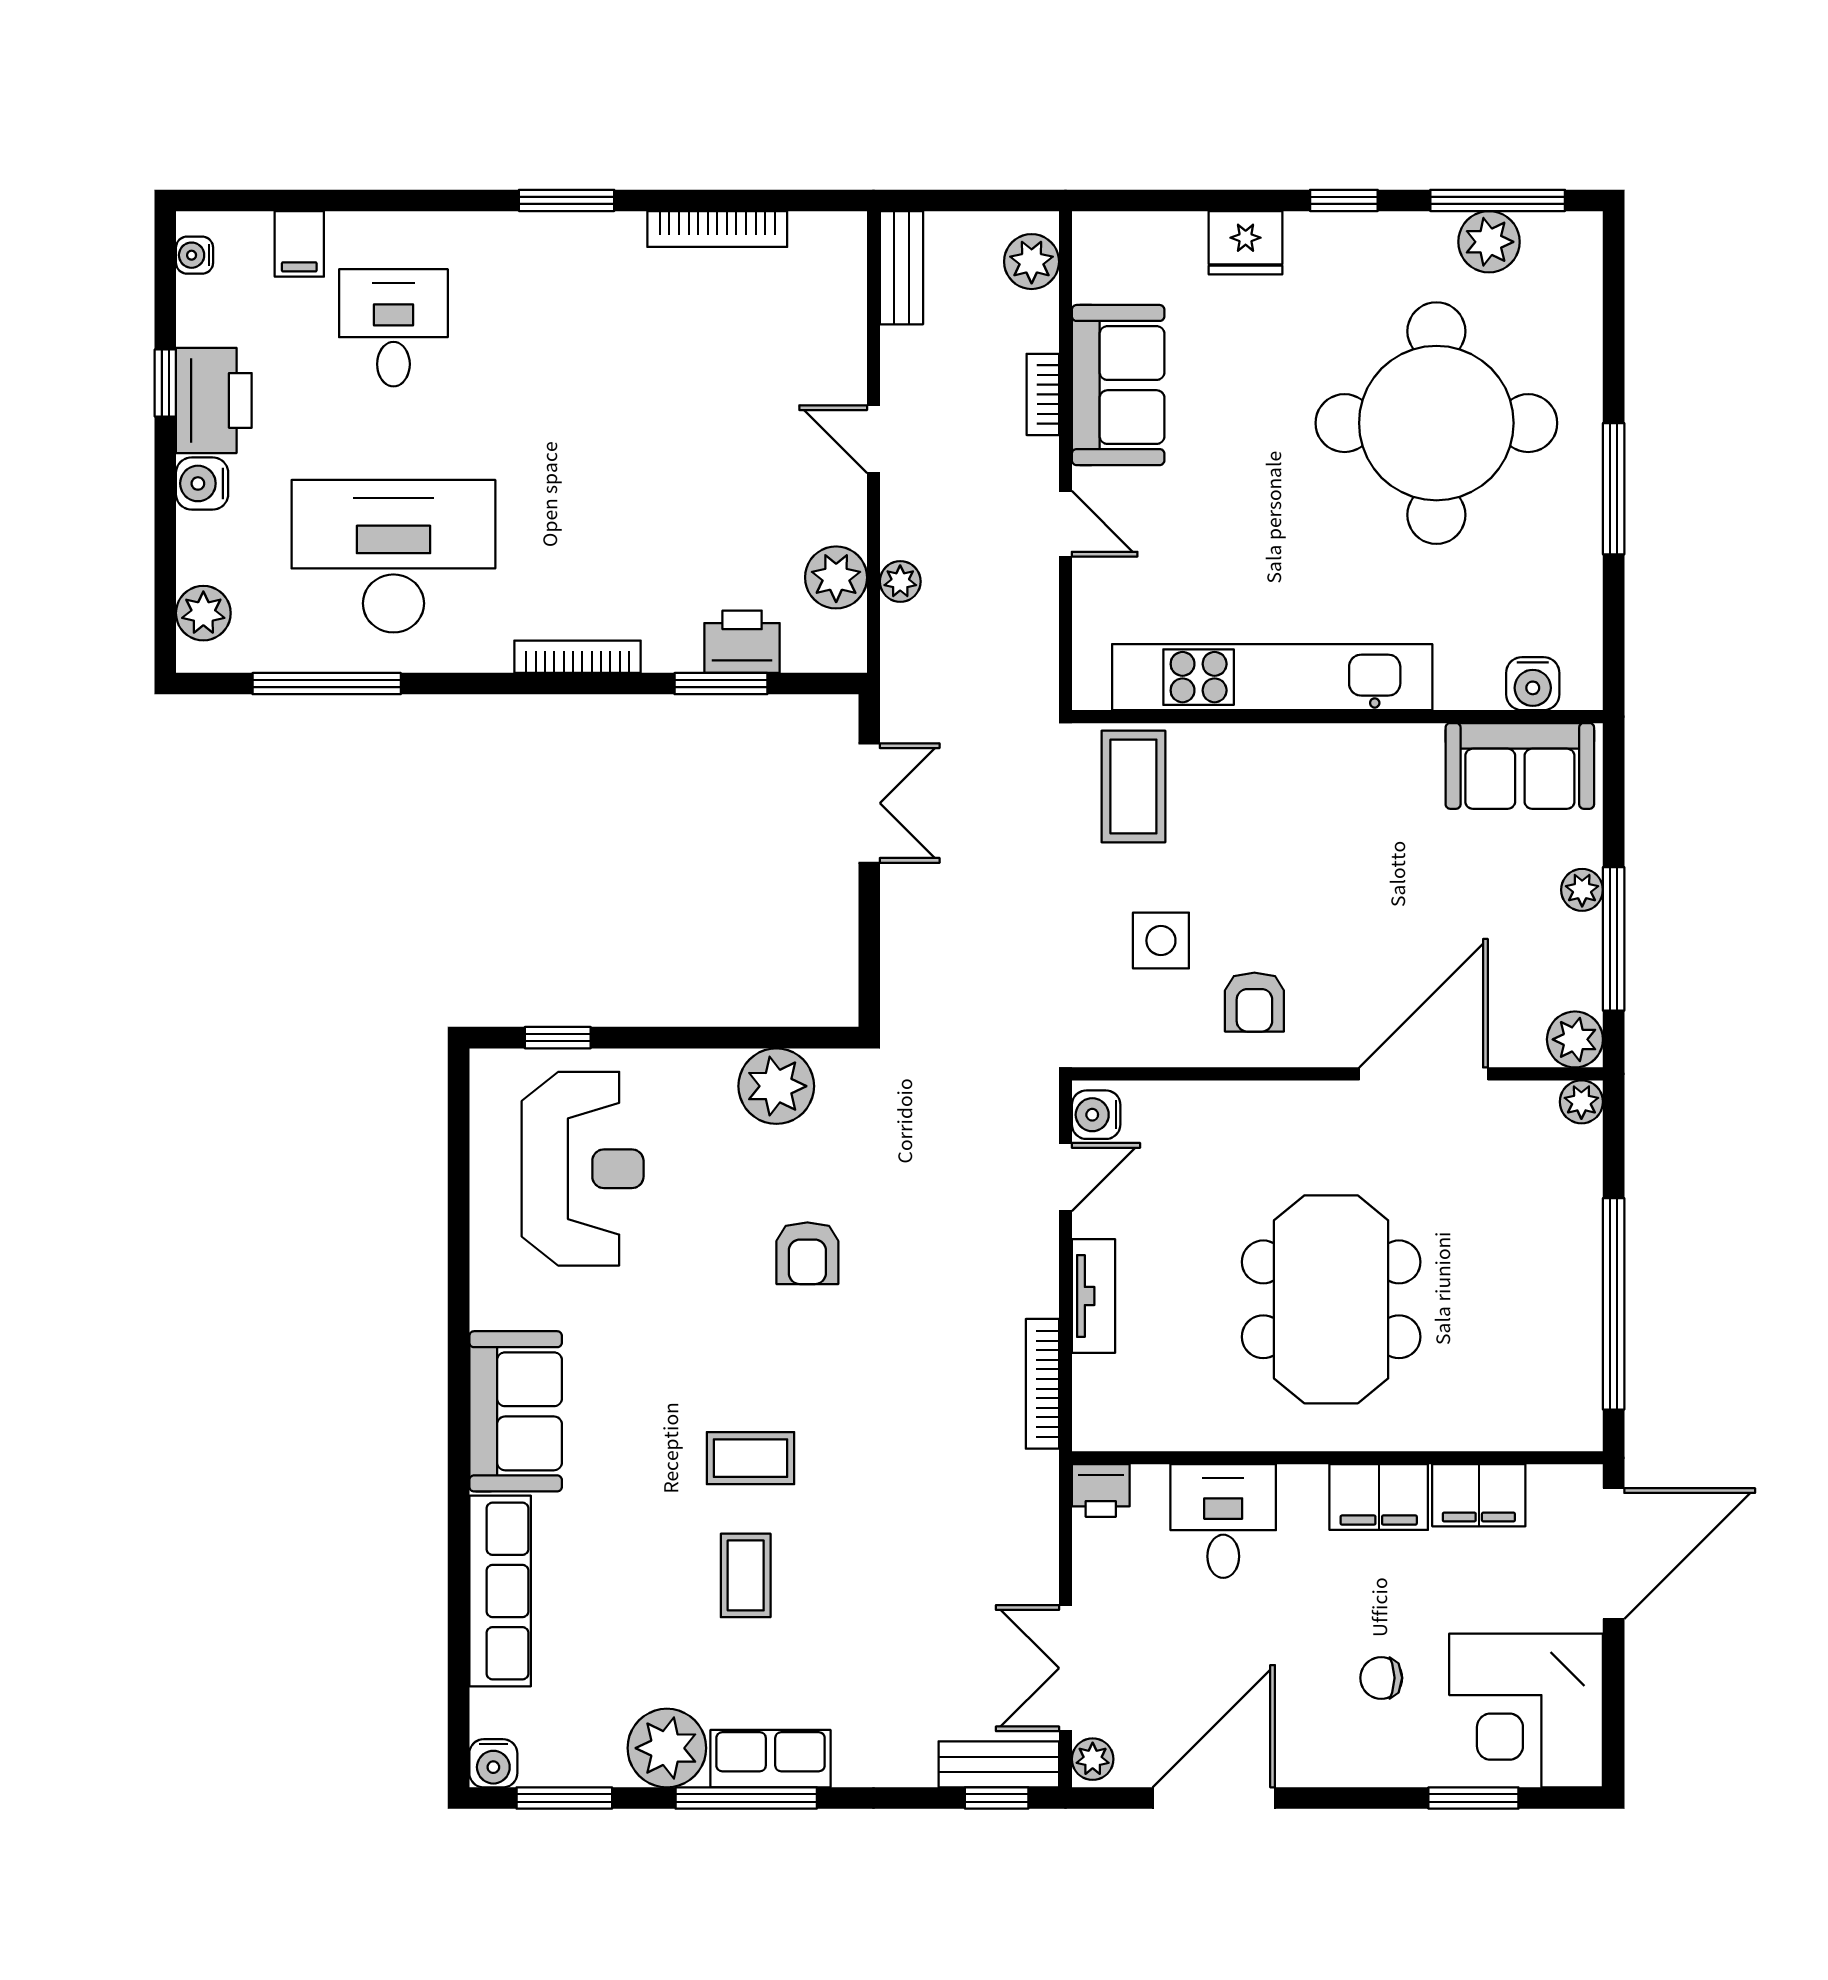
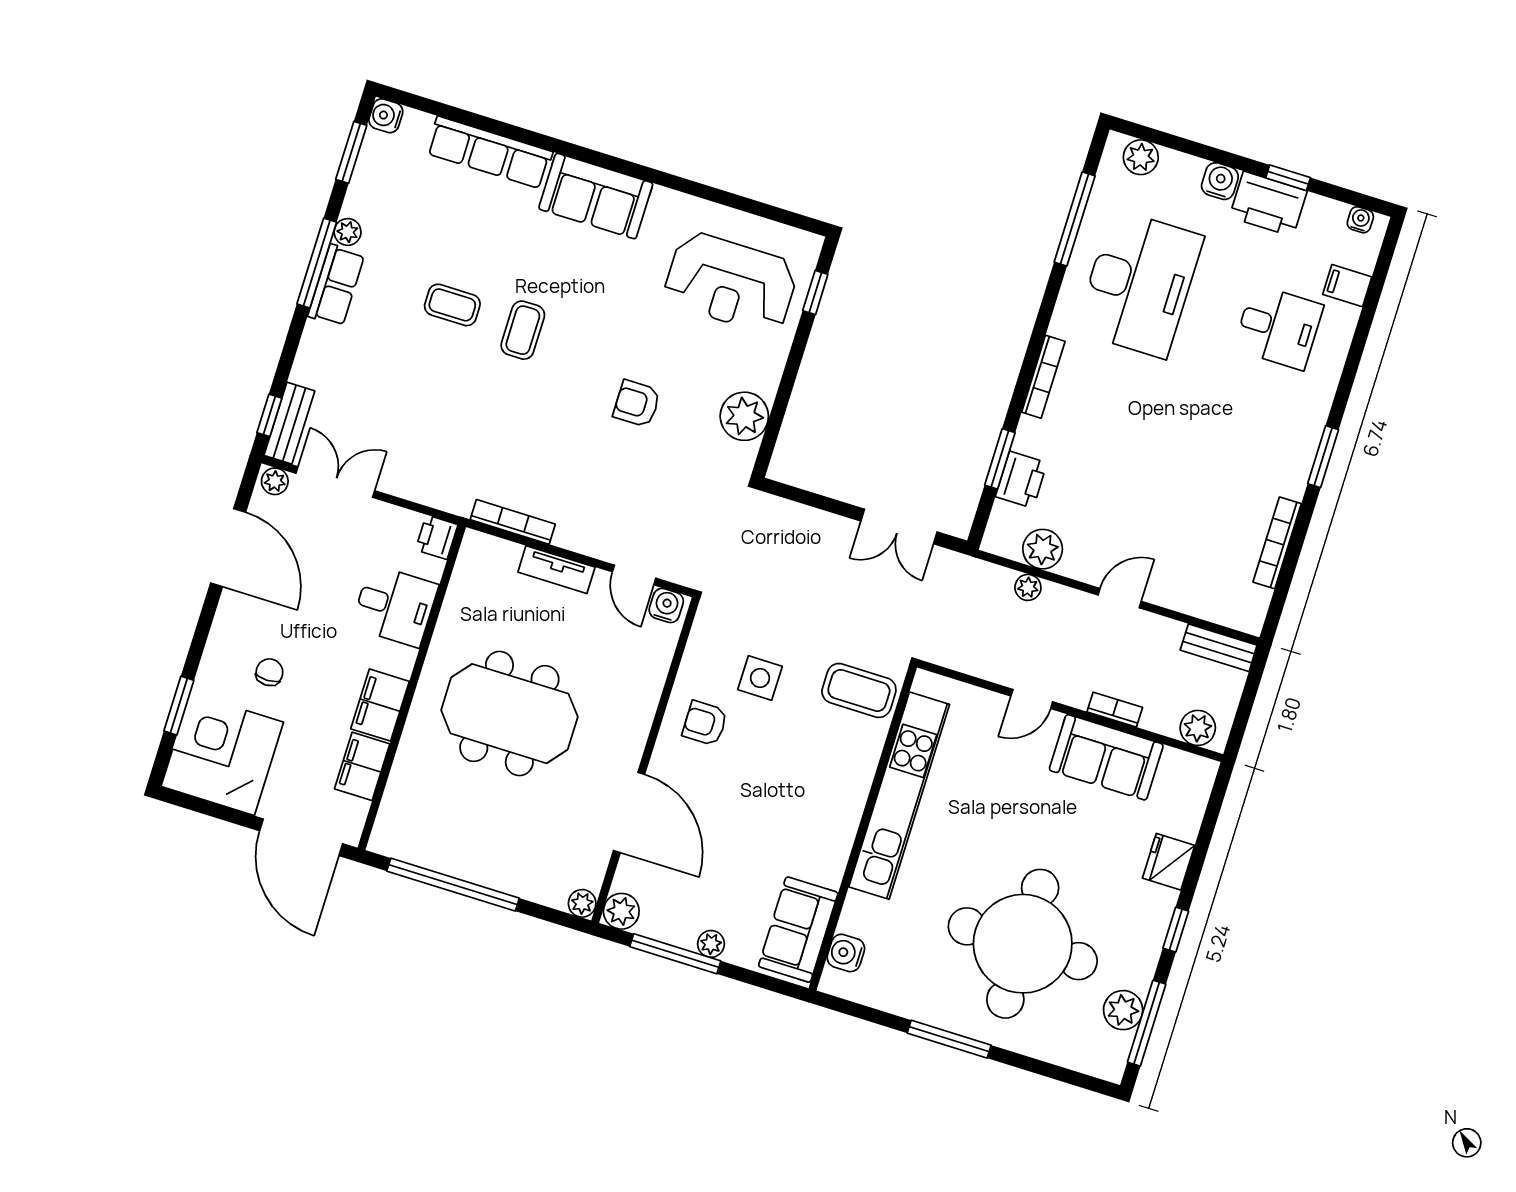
plant: (667, 1748) -> (348, 232), width x0.53, depth x0.53

